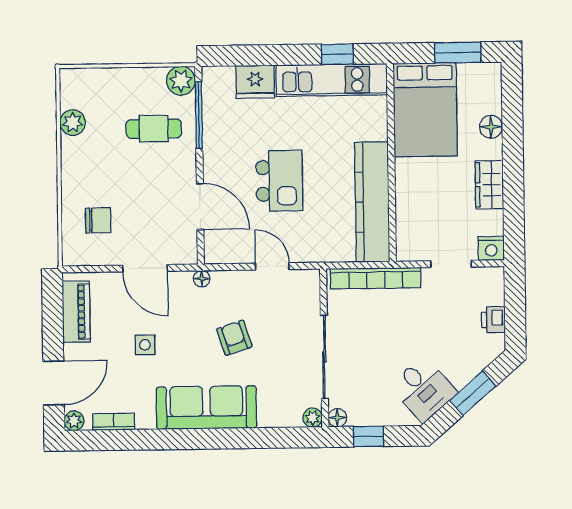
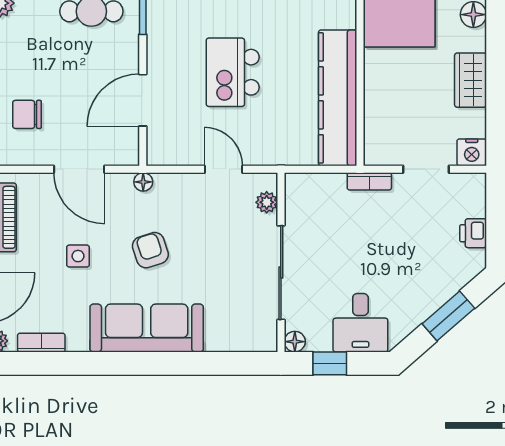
kitchen island: (279, 181) -> (233, 72), turned 180
door: (200, 207) -> (143, 100), swing flipped
chair: (98, 220) -> (27, 114), turned 180
bookcase: (376, 278) -> (369, 181), width x0.43, depth x0.76
armchair: (234, 338) -> (150, 250), moved
desk: (423, 389) -> (360, 323), moved, turned 41
plant: (313, 418) -> (267, 202), moved

